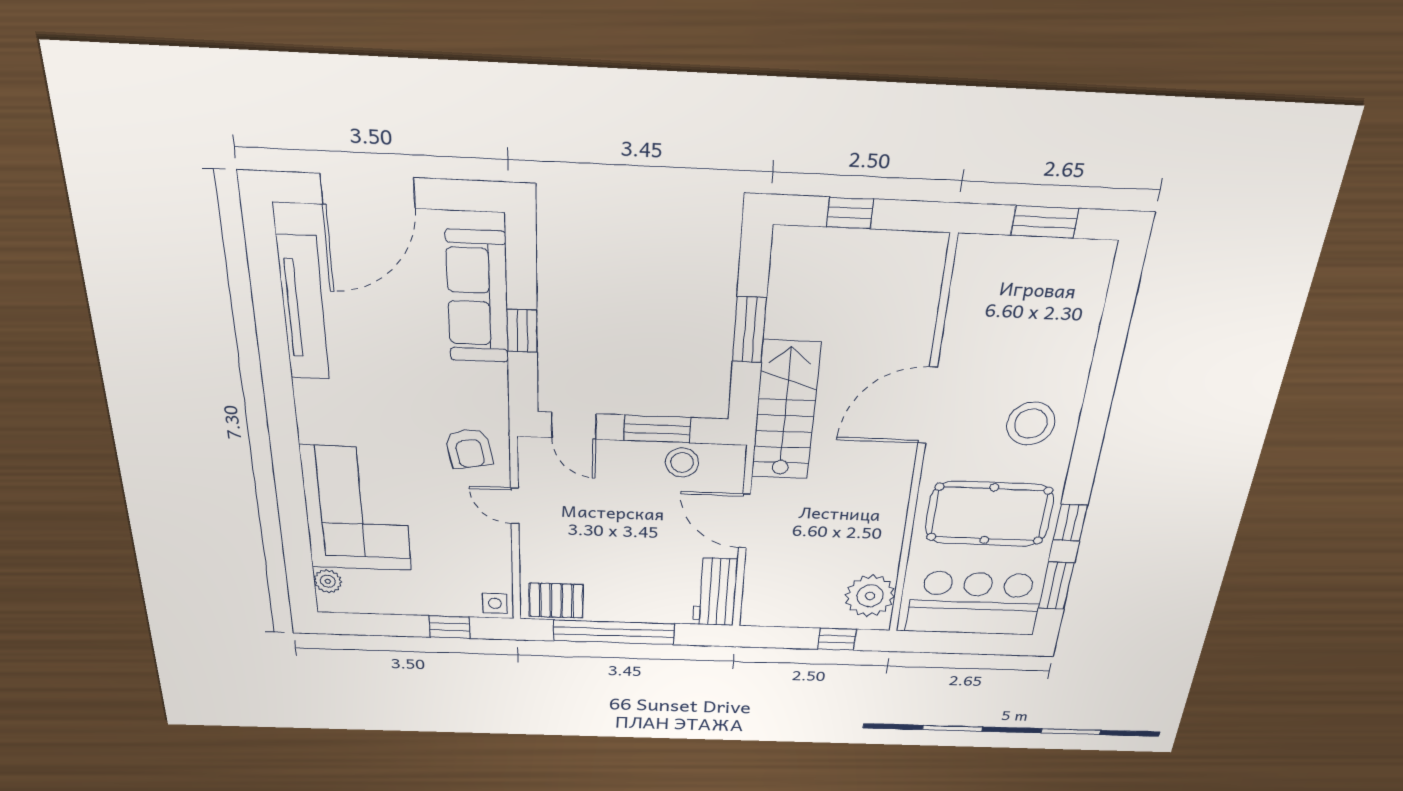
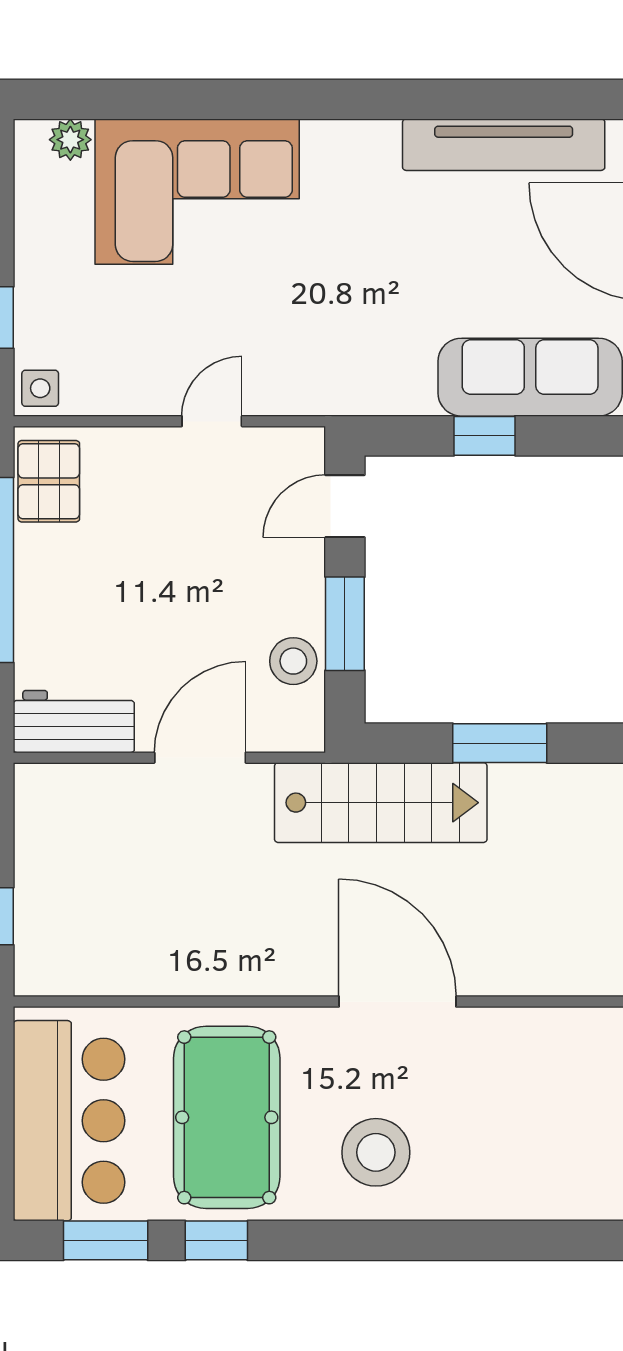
armchair: (469, 448) -> (303, 358), removed
plant: (870, 596) -> (76, 958), removed

